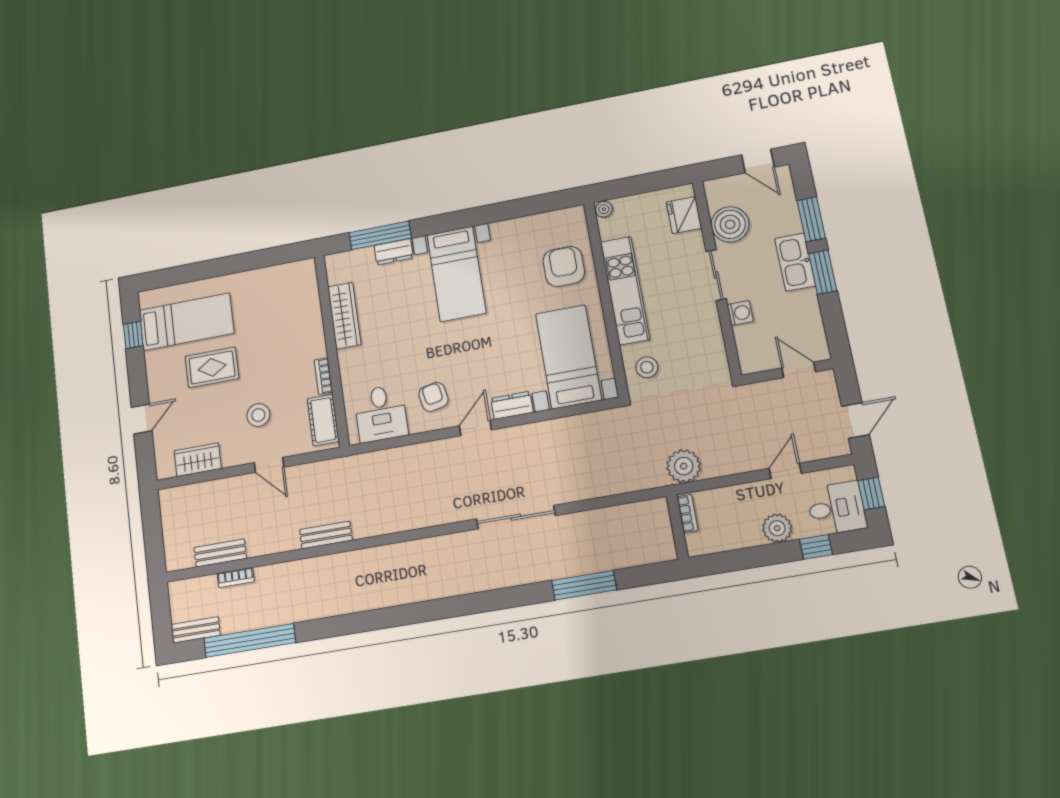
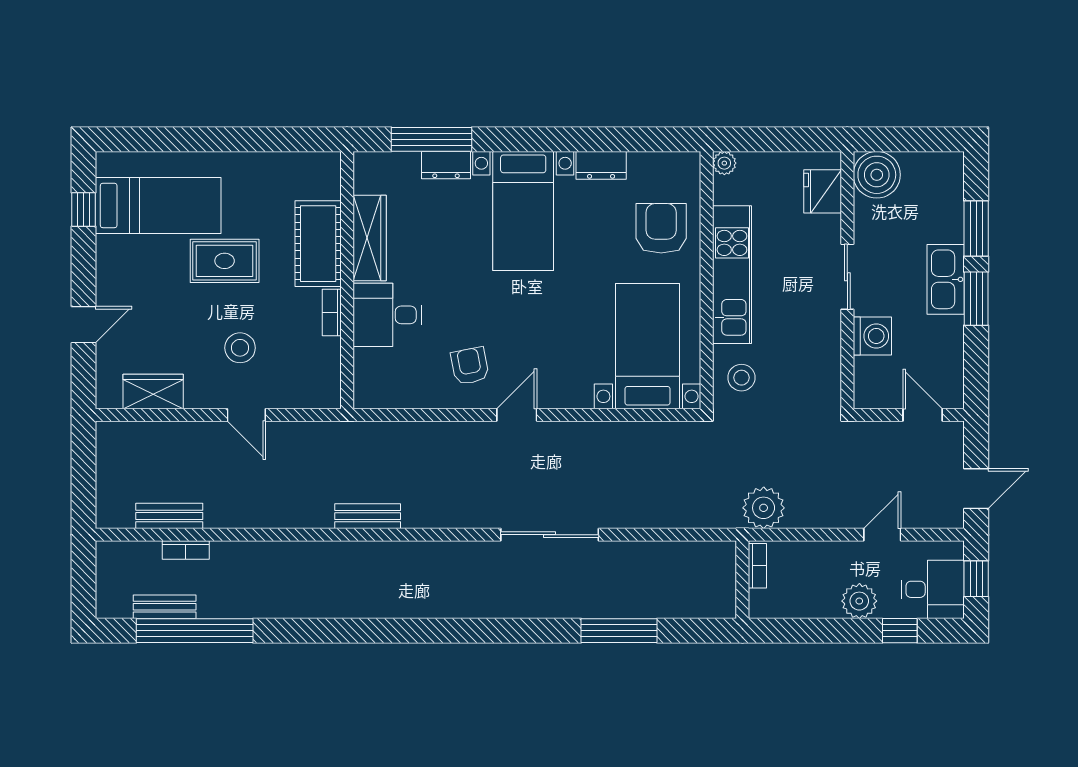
door: (758, 161) -> (927, 139), removed
boiler: (730, 224) -> (877, 175), moved
washing machine: (740, 313) -> (872, 336), width x1.38, depth x1.38
rug: (212, 367) -> (225, 261), moved
dresser: (512, 405) -> (601, 165), moved, turned 180
desk: (381, 413) -> (387, 315), moved, turned 90
cot: (323, 420) -> (318, 244), moved, width x1.37, depth x1.34
bench: (326, 535) -> (368, 516), moved
bench: (196, 630) -> (165, 607), moved

